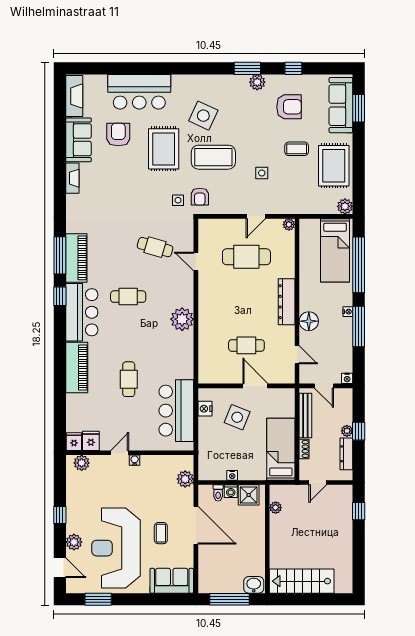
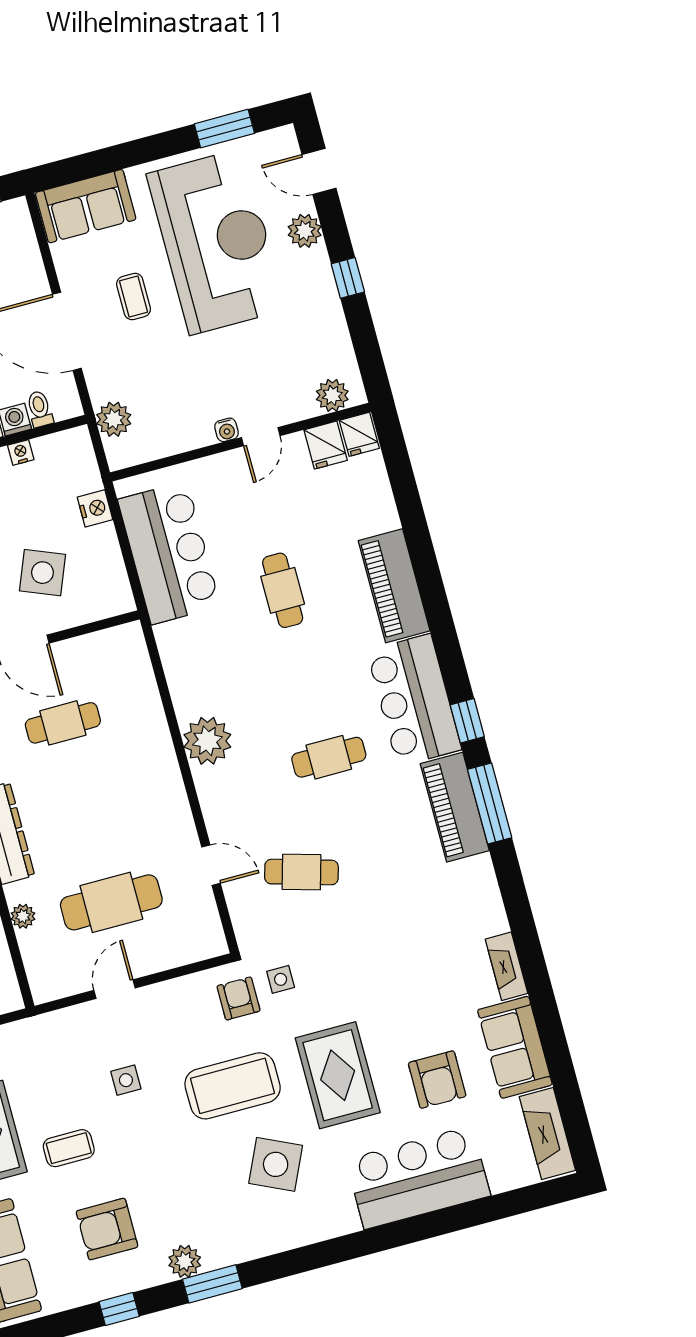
plant: (289, 224) -> (23, 916), moved
nightstand: (205, 409) -> (95, 508), moved

